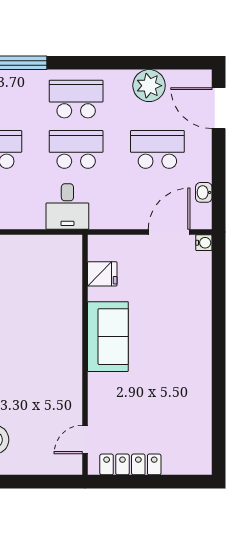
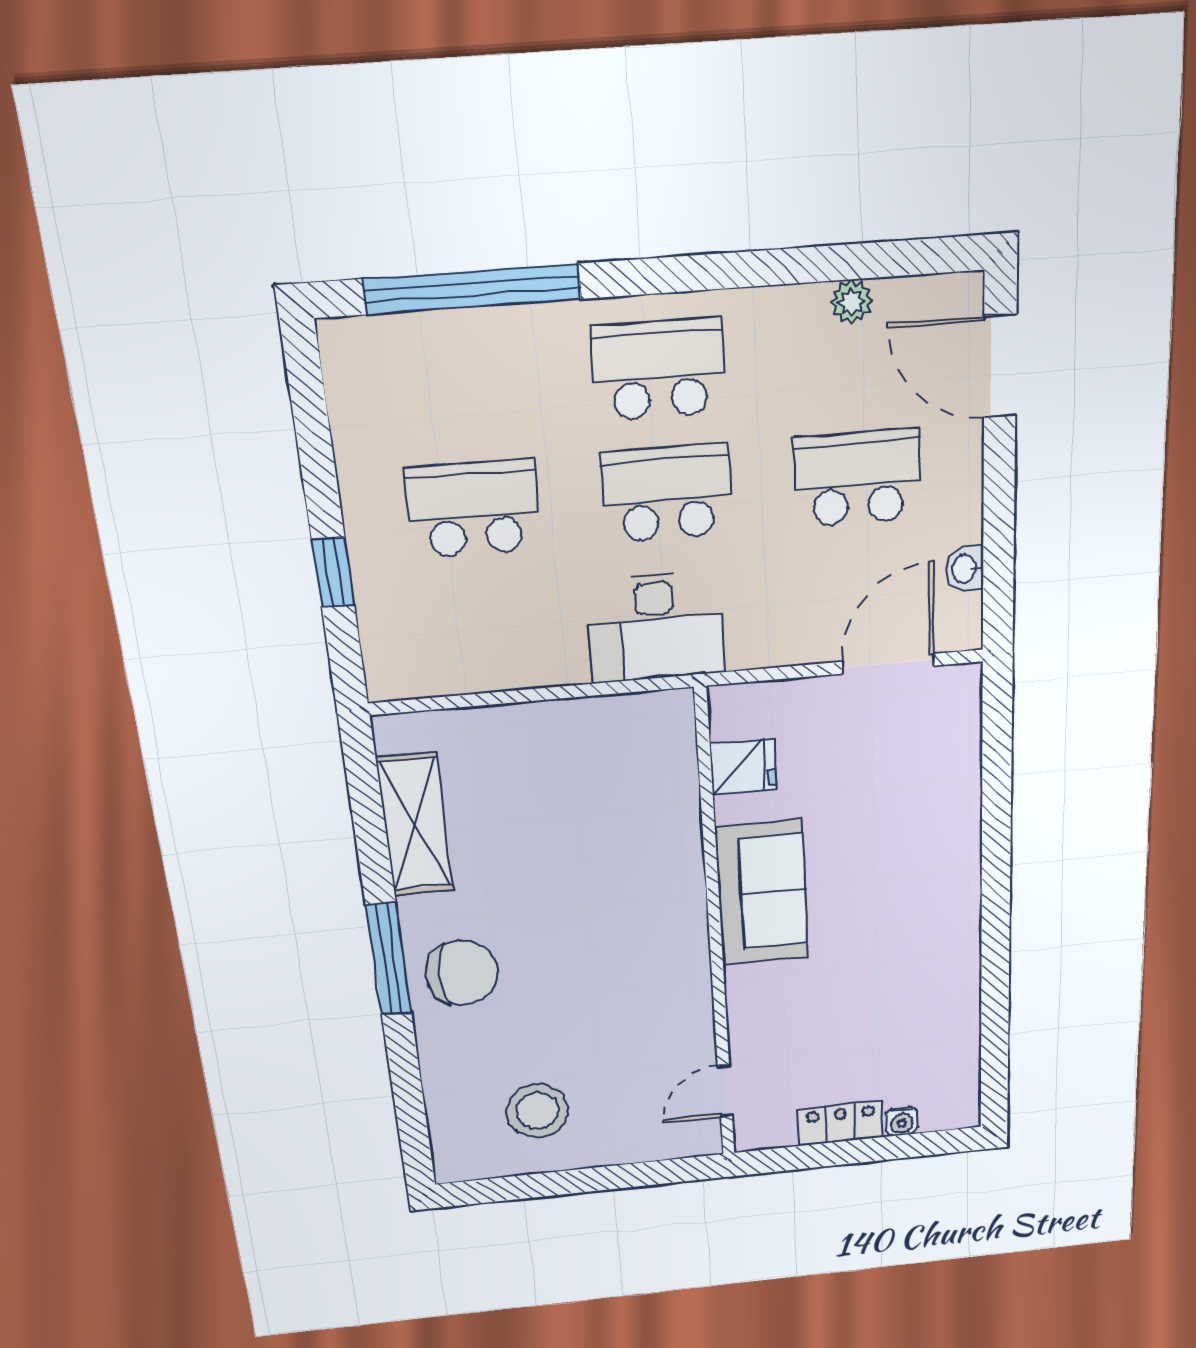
plant: (149, 86) -> (851, 302), width x0.53, depth x0.53
desk: (67, 206) -> (656, 627), width x1.37
water cooler: (204, 243) -> (902, 1121), moved, turned 90
locker: (130, 464) -> (841, 1123), width x0.66

